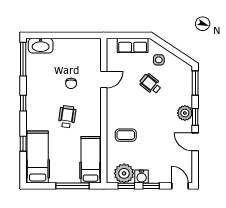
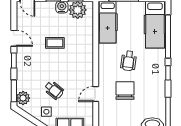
chair: (71, 83) -> (125, 91), width x1.87, depth x1.87
plant: (185, 113) -> (23, 98), moved
coffee table: (126, 135) -> (55, 43), moved
window: (23, 144) -> (168, 37), width x3.17

